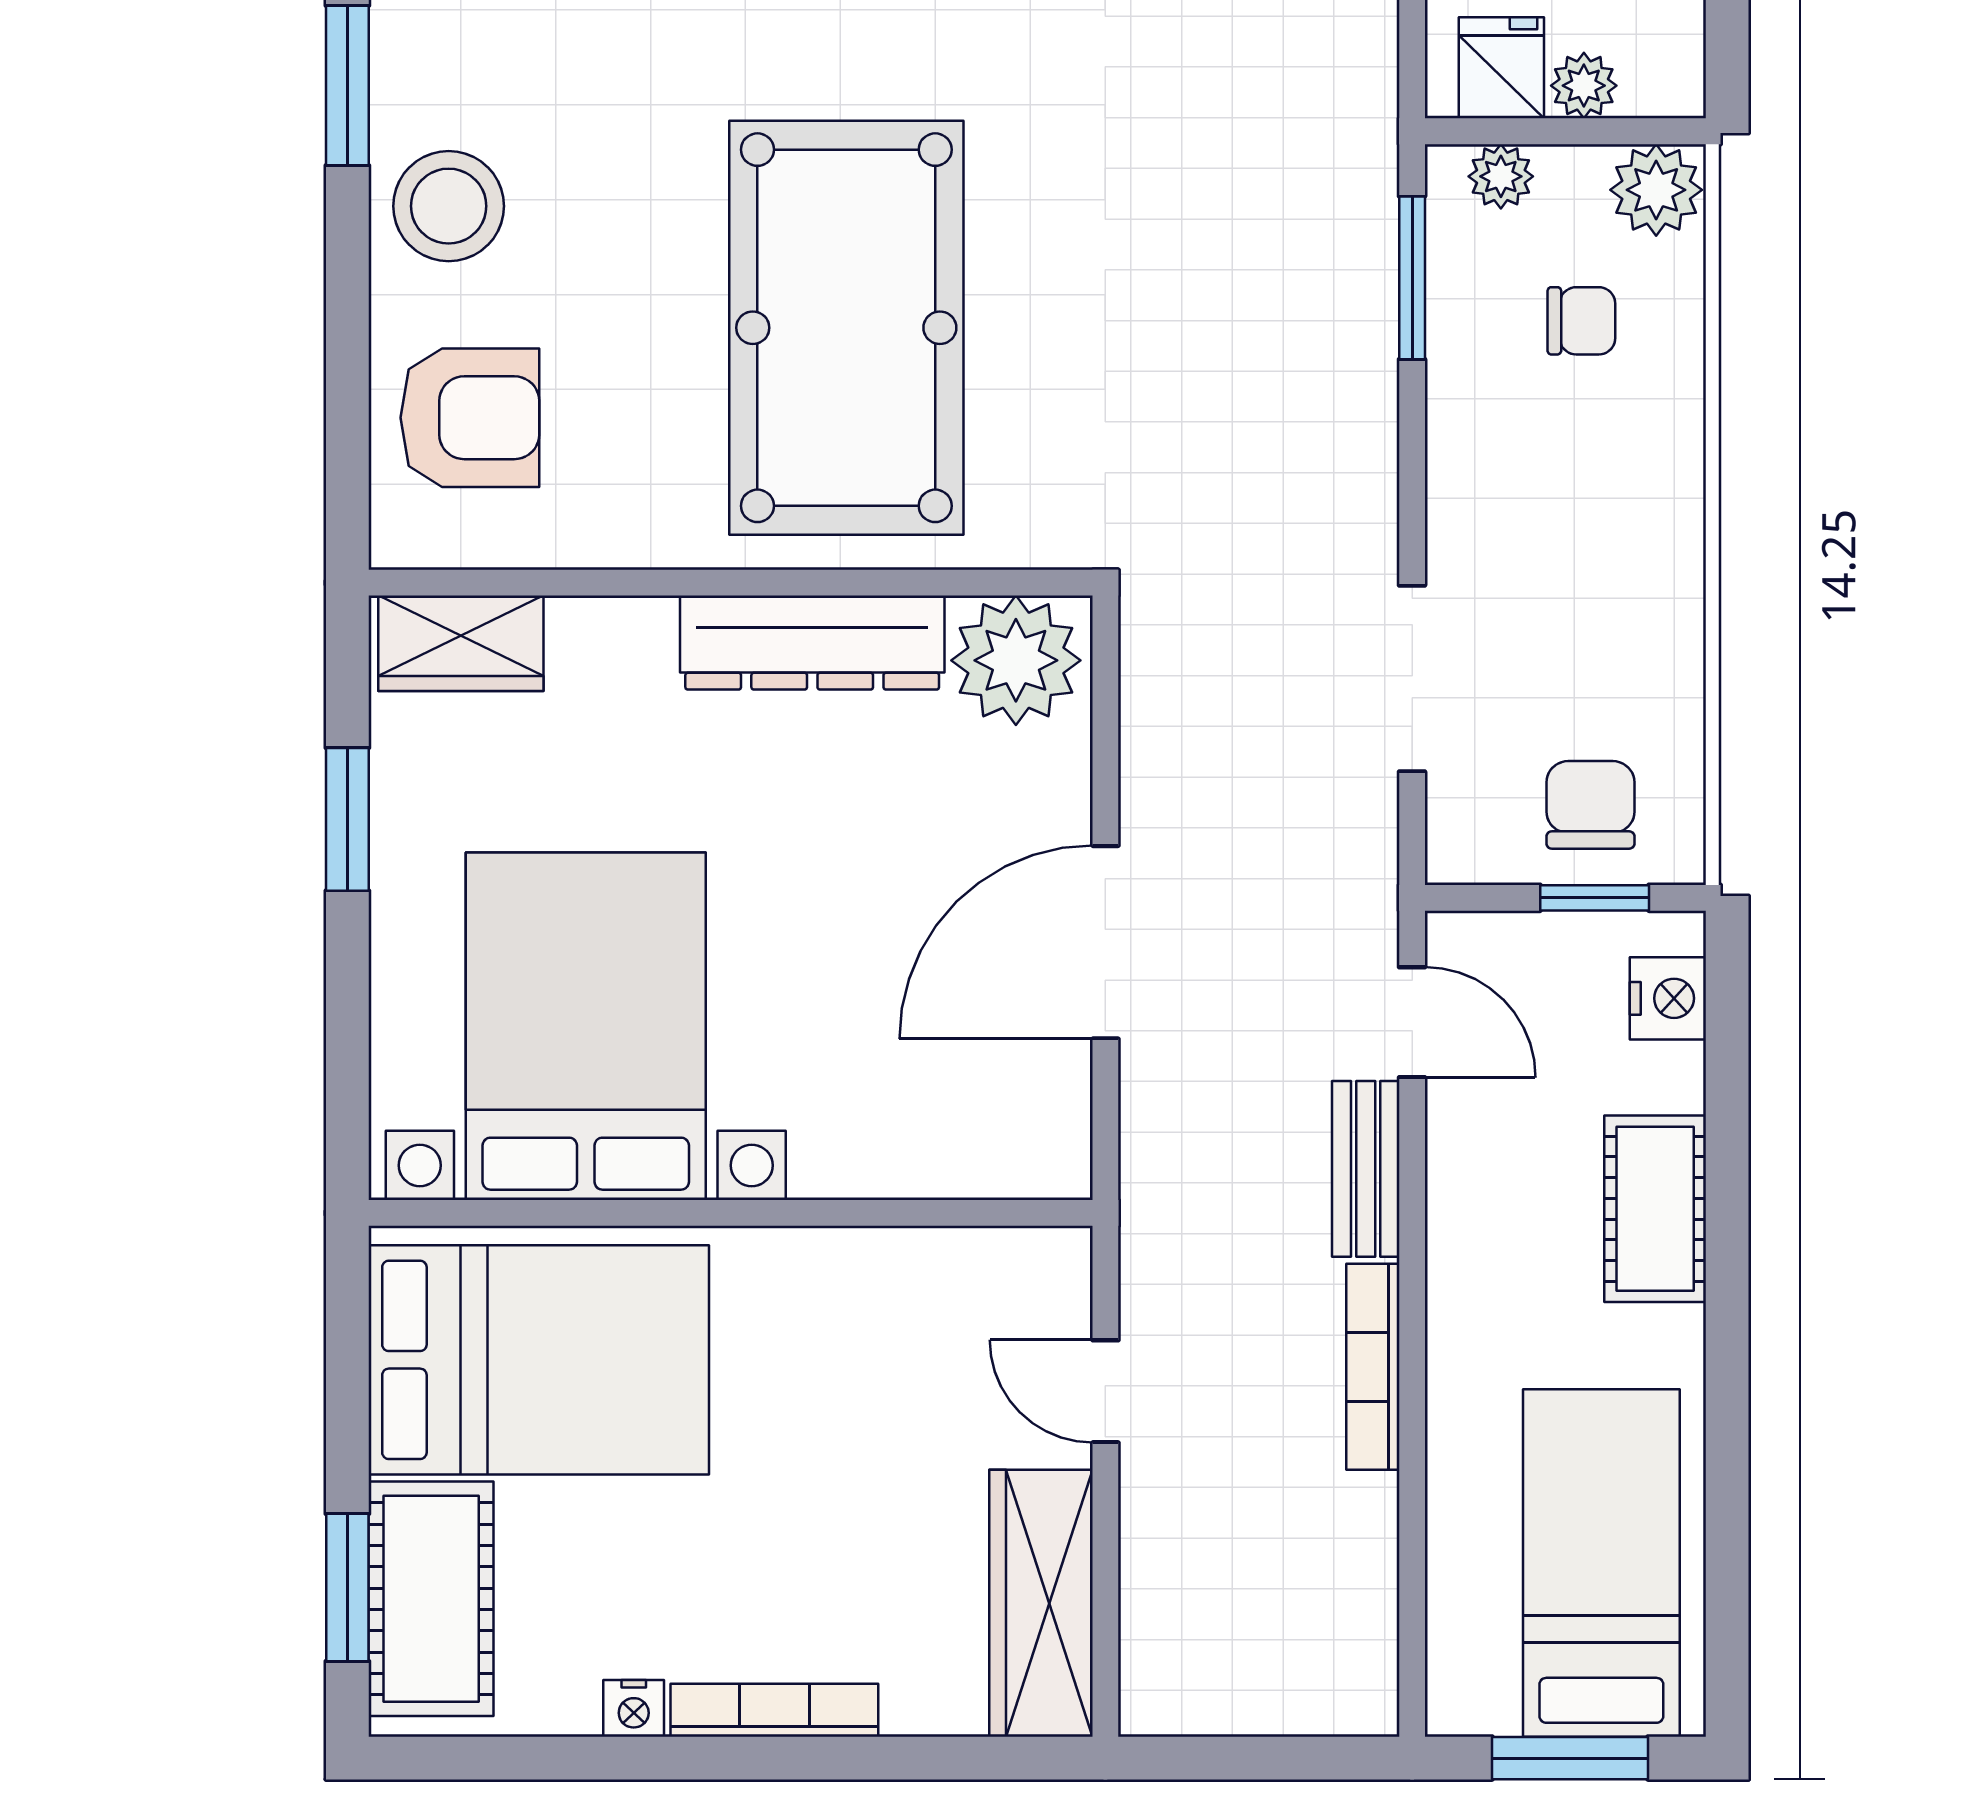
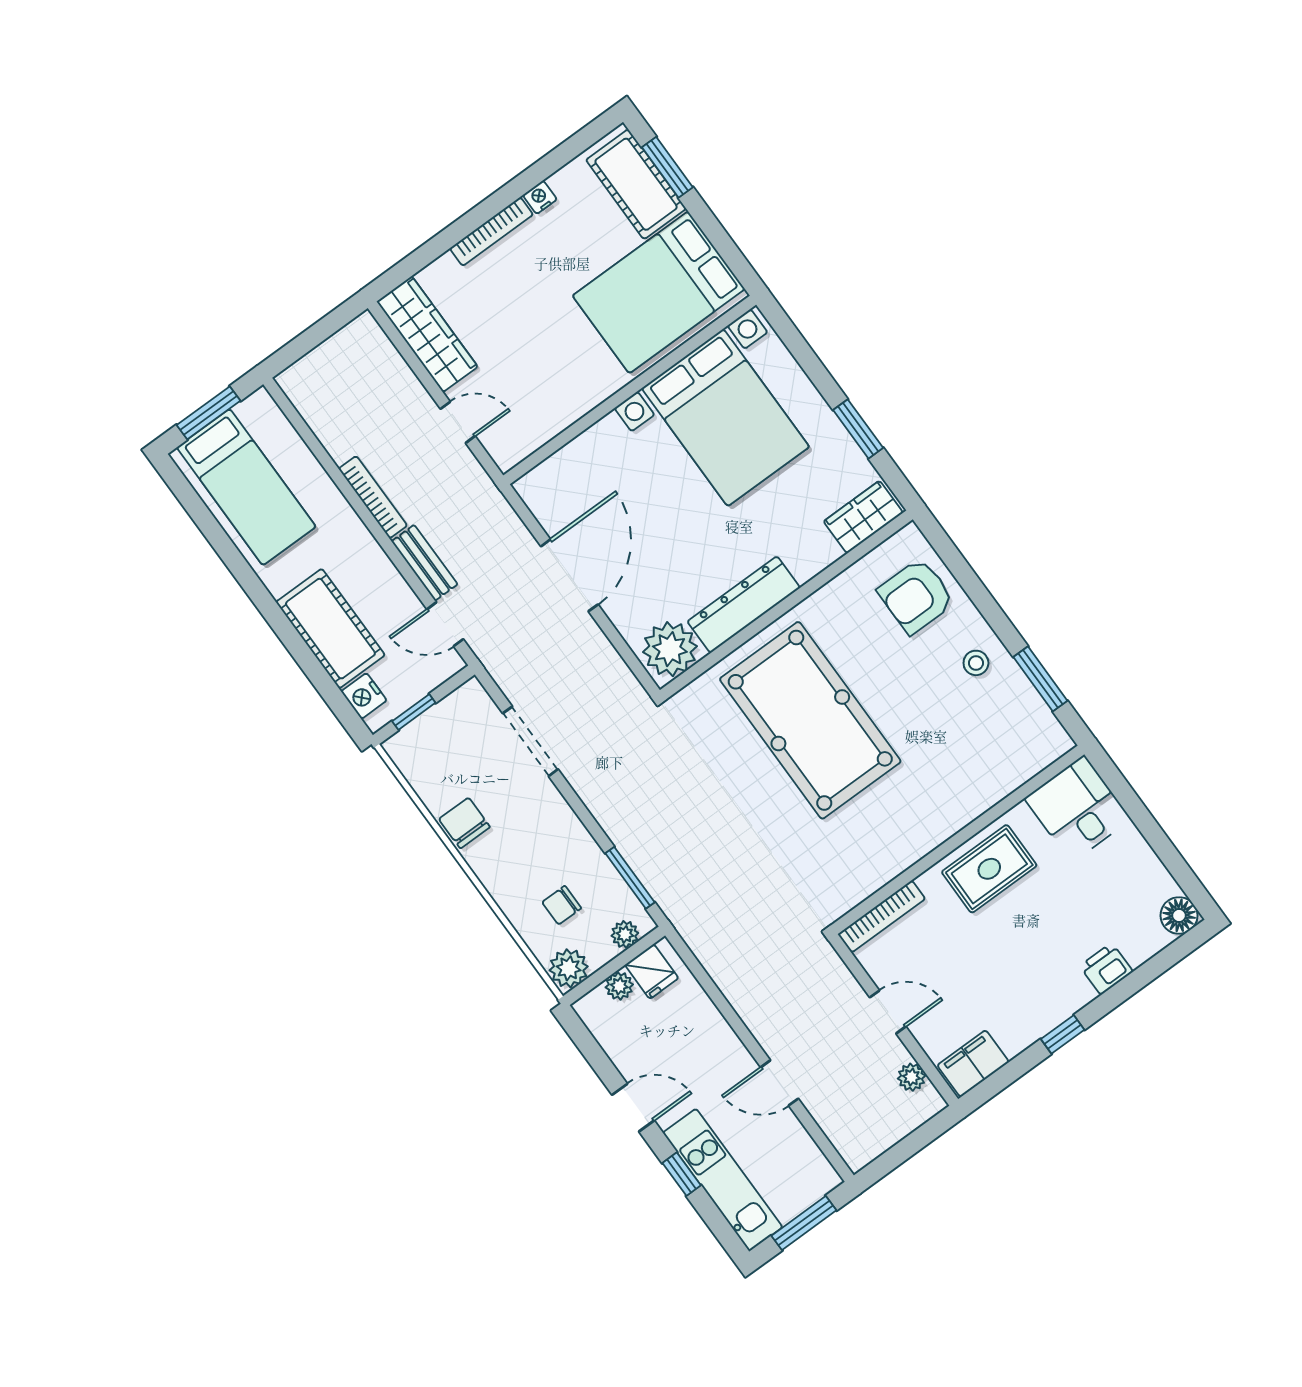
stool: (449, 206) -> (976, 663), width x0.53, depth x0.53
chair: (1590, 805) -> (464, 823), moved, turned 180
cot: (1655, 1209) -> (330, 629), width x1.37, depth x1.34

